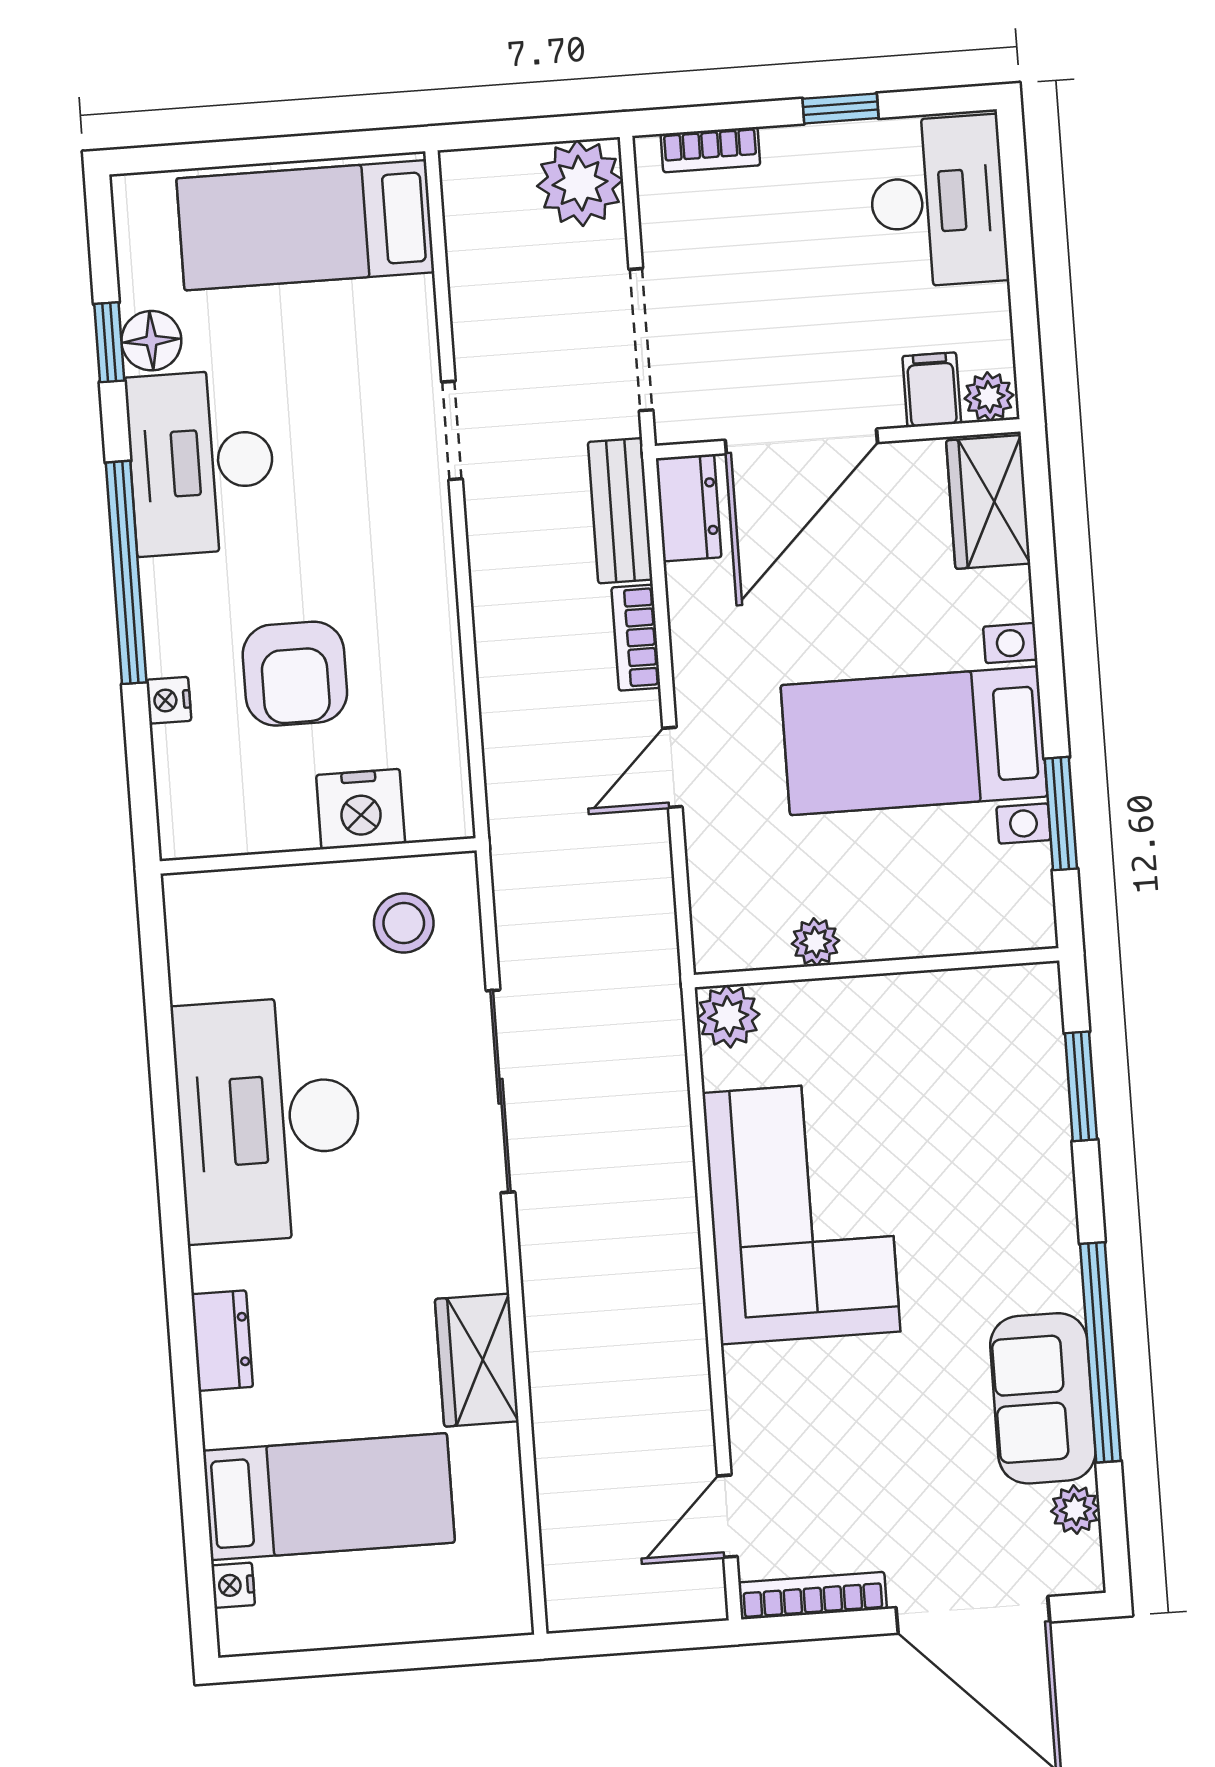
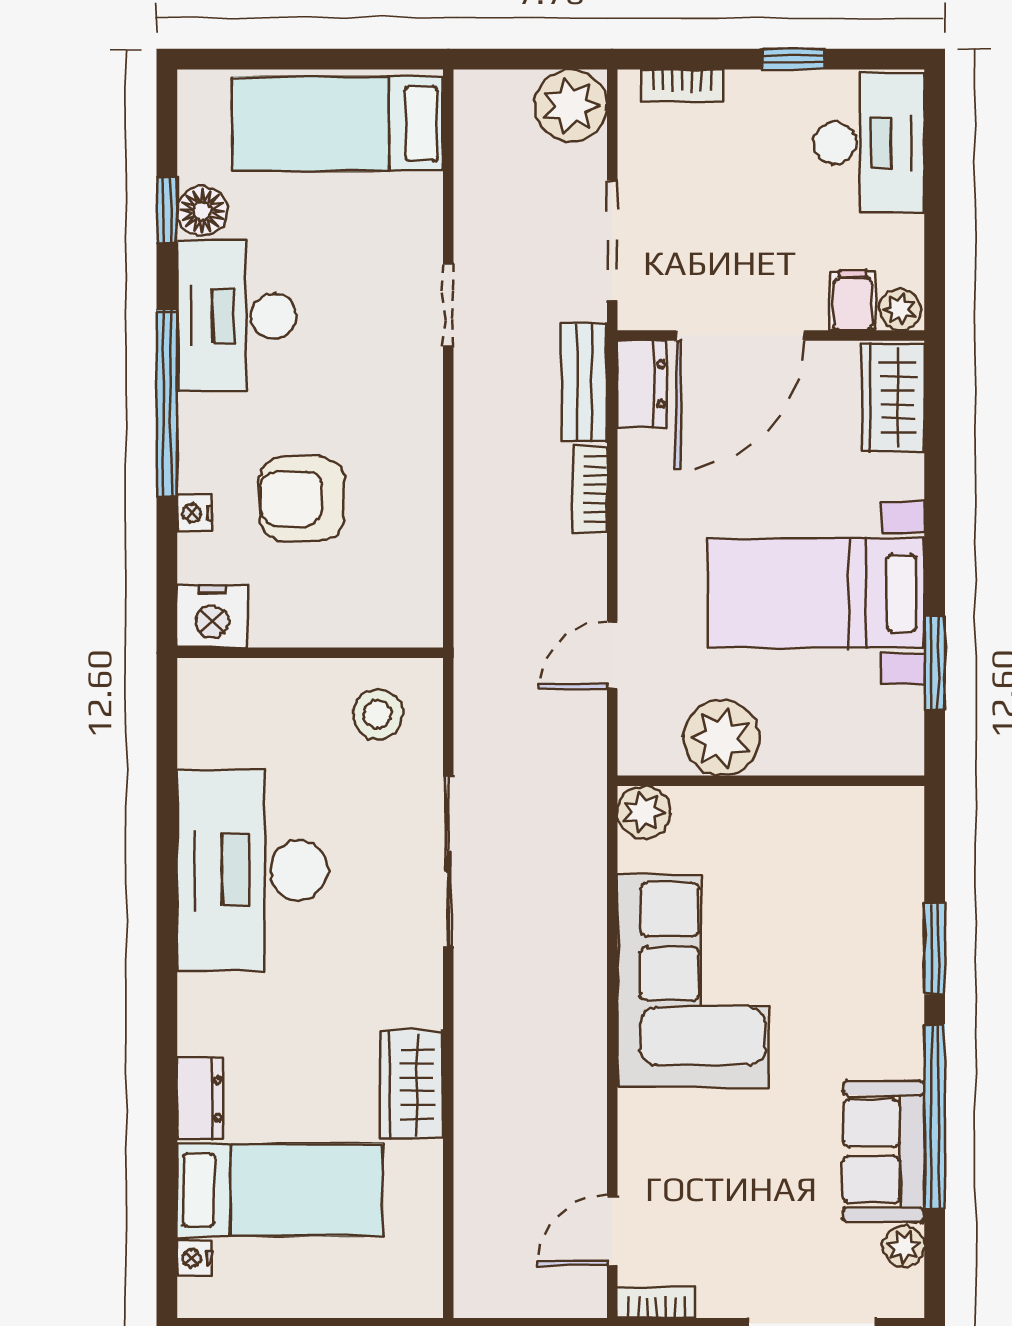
armchair: (295, 674) -> (302, 499), turned 90
door: (672, 767) -> (612, 655), moved
nightstand: (361, 809) -> (212, 616), moved
plant: (815, 942) -> (721, 738), width x1.88, depth x1.88
window: (1081, 1086) -> (935, 949), moved
dresser: (222, 1341) -> (200, 1099), moved
bookcase: (813, 1596) -> (657, 1302), width x0.64

